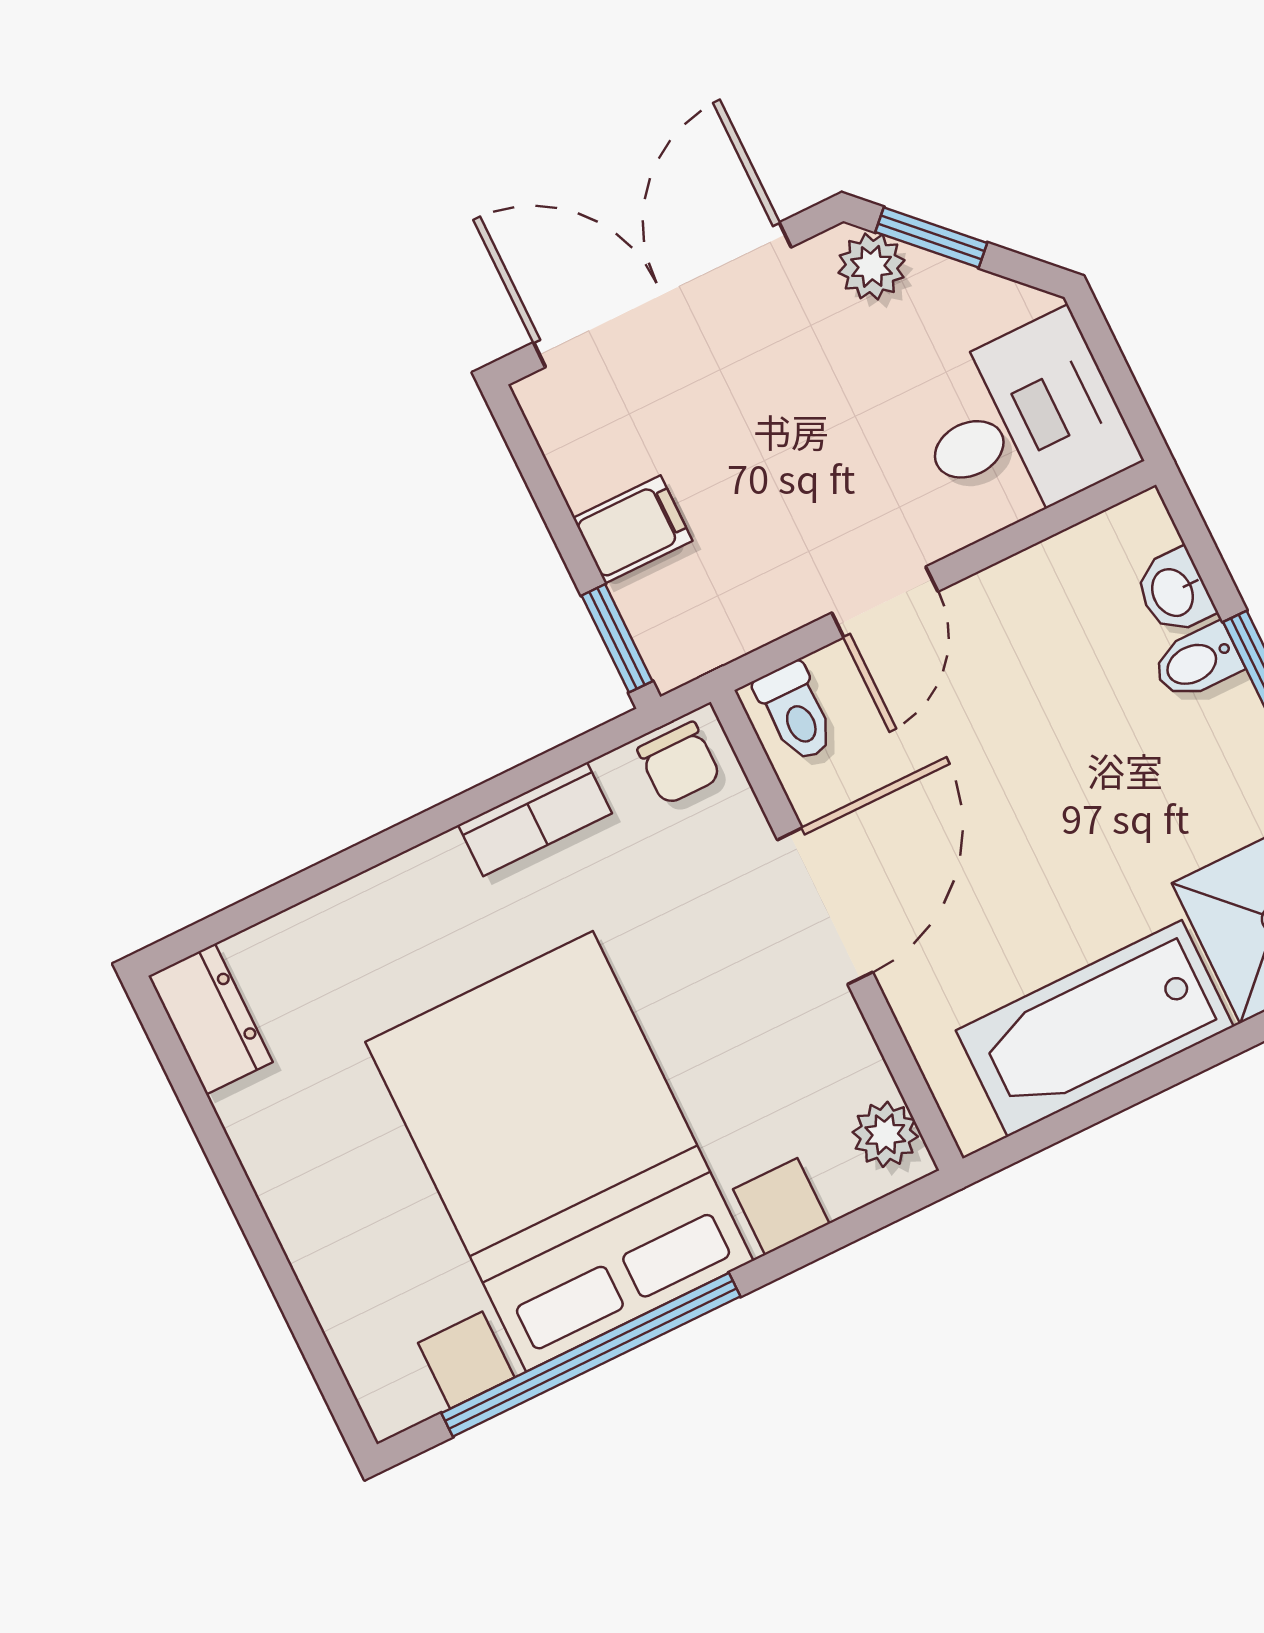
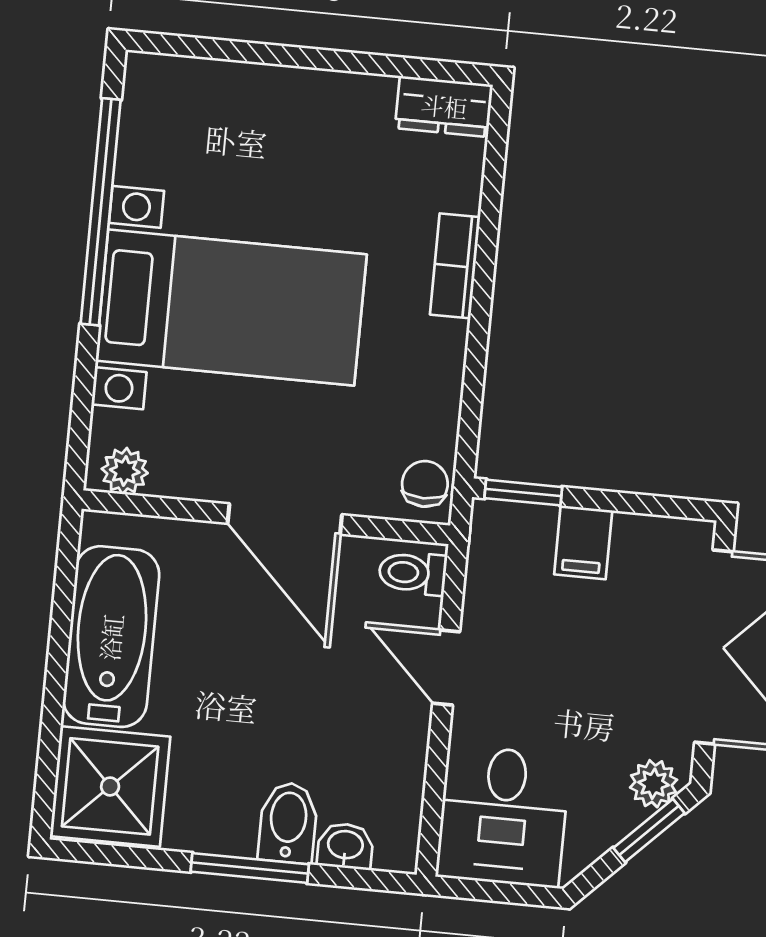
bidet: (1197, 662) -> (288, 823), width x1.38, depth x1.36
chair: (679, 763) -> (425, 484), turned 90
bookcase: (535, 819) -> (455, 266), moved
bed with nightstands: (559, 1151) -> (231, 308), width x0.73

